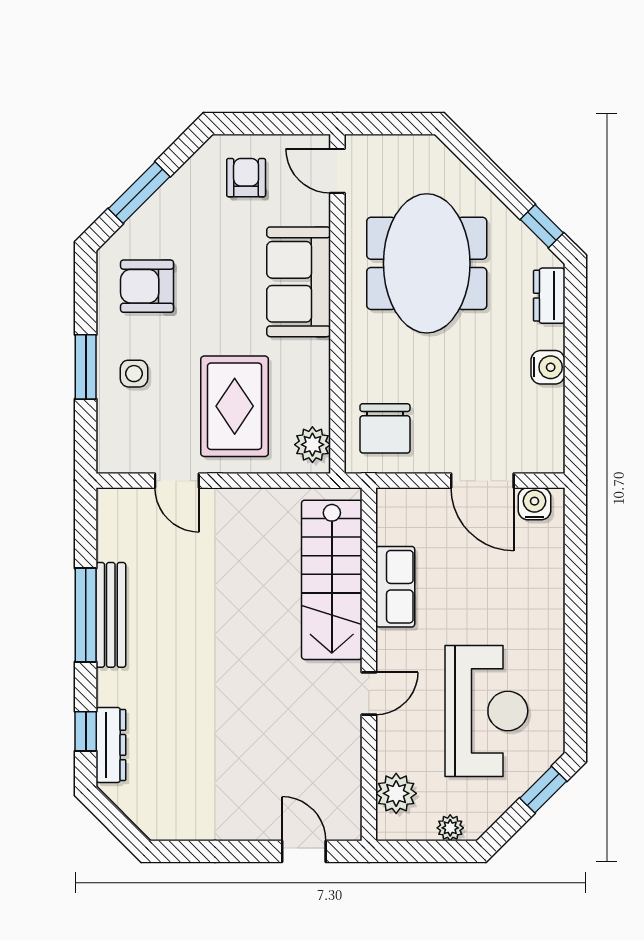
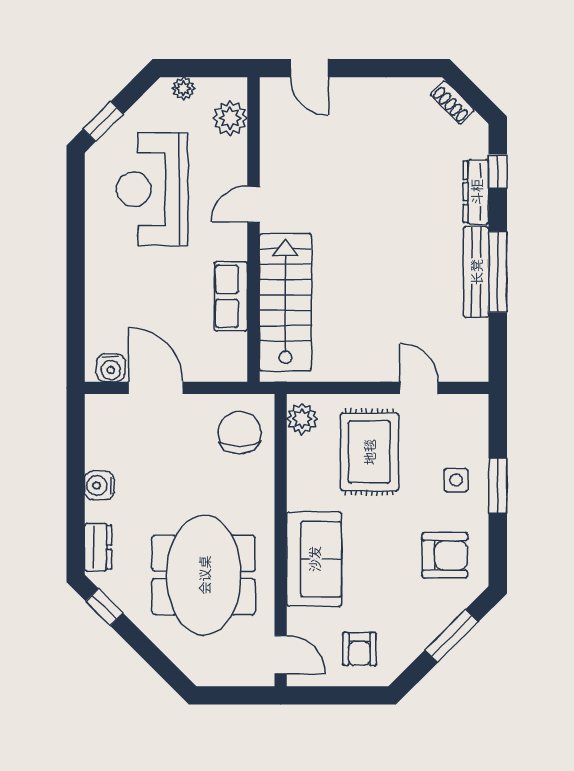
dresser: (111, 745) -> (476, 192), moved
shoe rack: (138, 812) -> (452, 102), added

